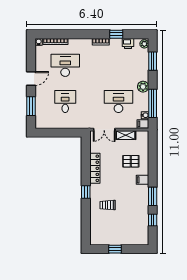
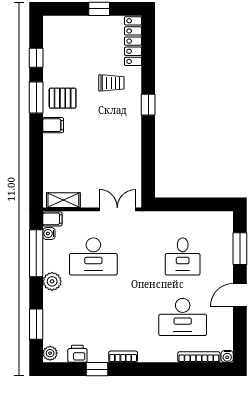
shelving: (126, 135) -> (63, 200), moved
pallet: (131, 161) -> (63, 98), moved
locker: (95, 168) -> (133, 41), moved

